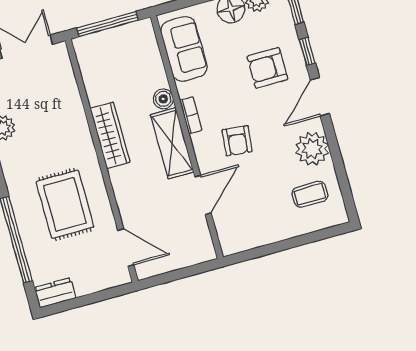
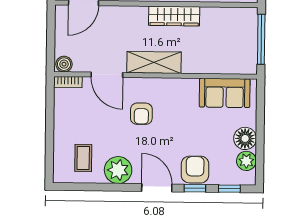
armchair: (267, 68) -> (195, 170), moved
boiler: (163, 99) -> (64, 64), moved
bookcase: (191, 115) -> (68, 82), moved
armchair: (237, 141) -> (141, 114), turned -96

